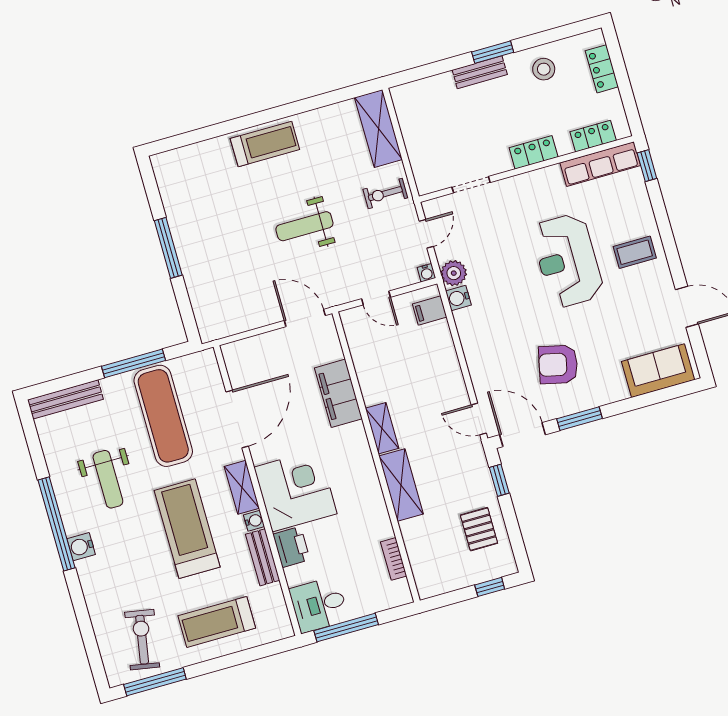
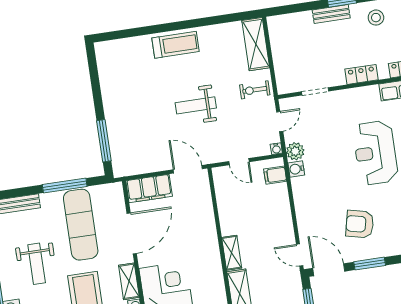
window: (168, 248) -> (104, 141), moved
filing cabinet: (338, 393) -> (149, 188), moved, turned -90

